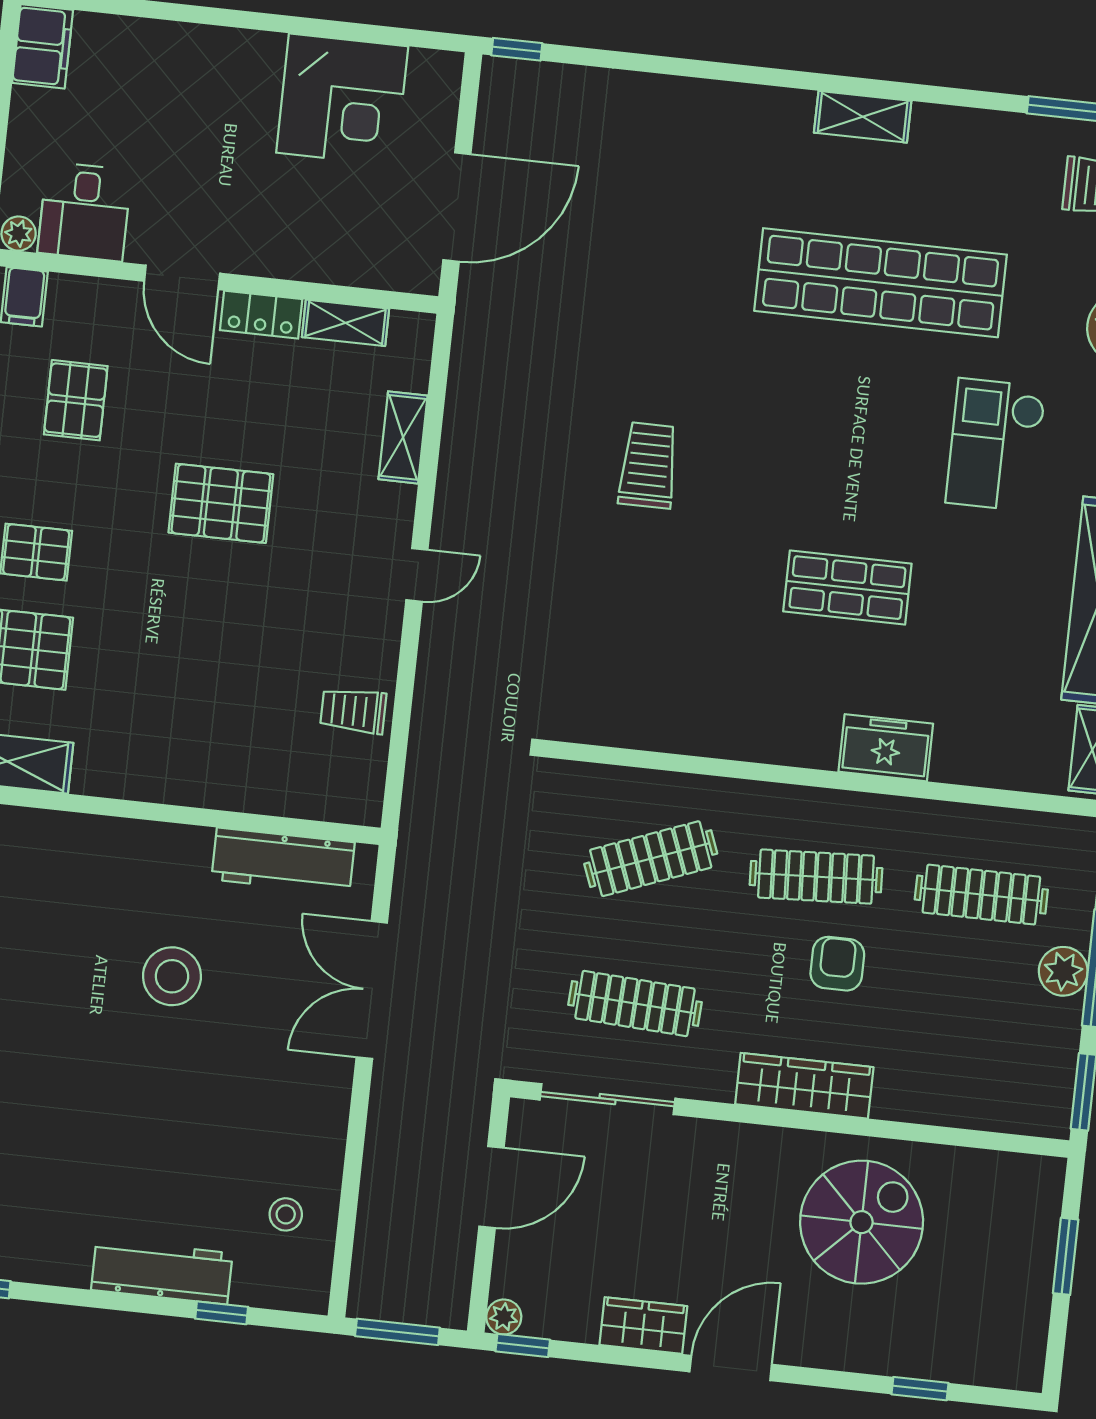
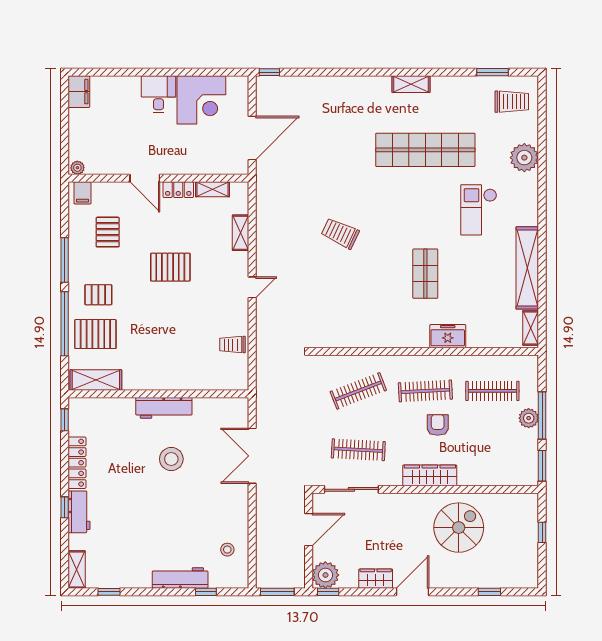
desk: (85, 212) -> (159, 94), moved, turned 180
trolley: (648, 465) -> (340, 233), turned -65
shop shelf: (847, 588) -> (425, 274), turned 90
workbench: (283, 861) -> (164, 408), moved
window: (1066, 1256) -> (542, 532), width x0.67
plant: (504, 1317) -> (325, 575), width x1.87, depth x1.87

